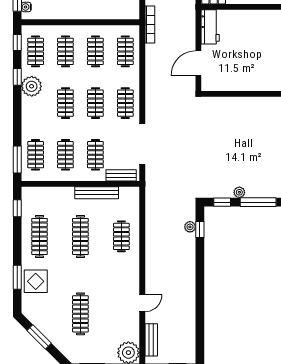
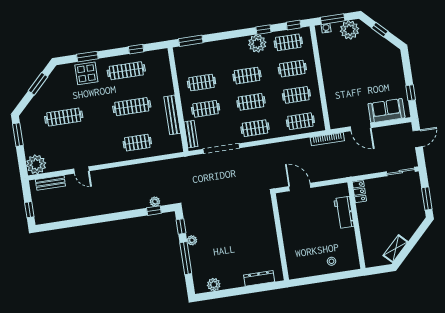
workbench: (210, 27) -> (344, 212), moved, turned 90
clothes rail: (36, 155) -> (198, 56), removed
window: (17, 208) -> (136, 49), moved

